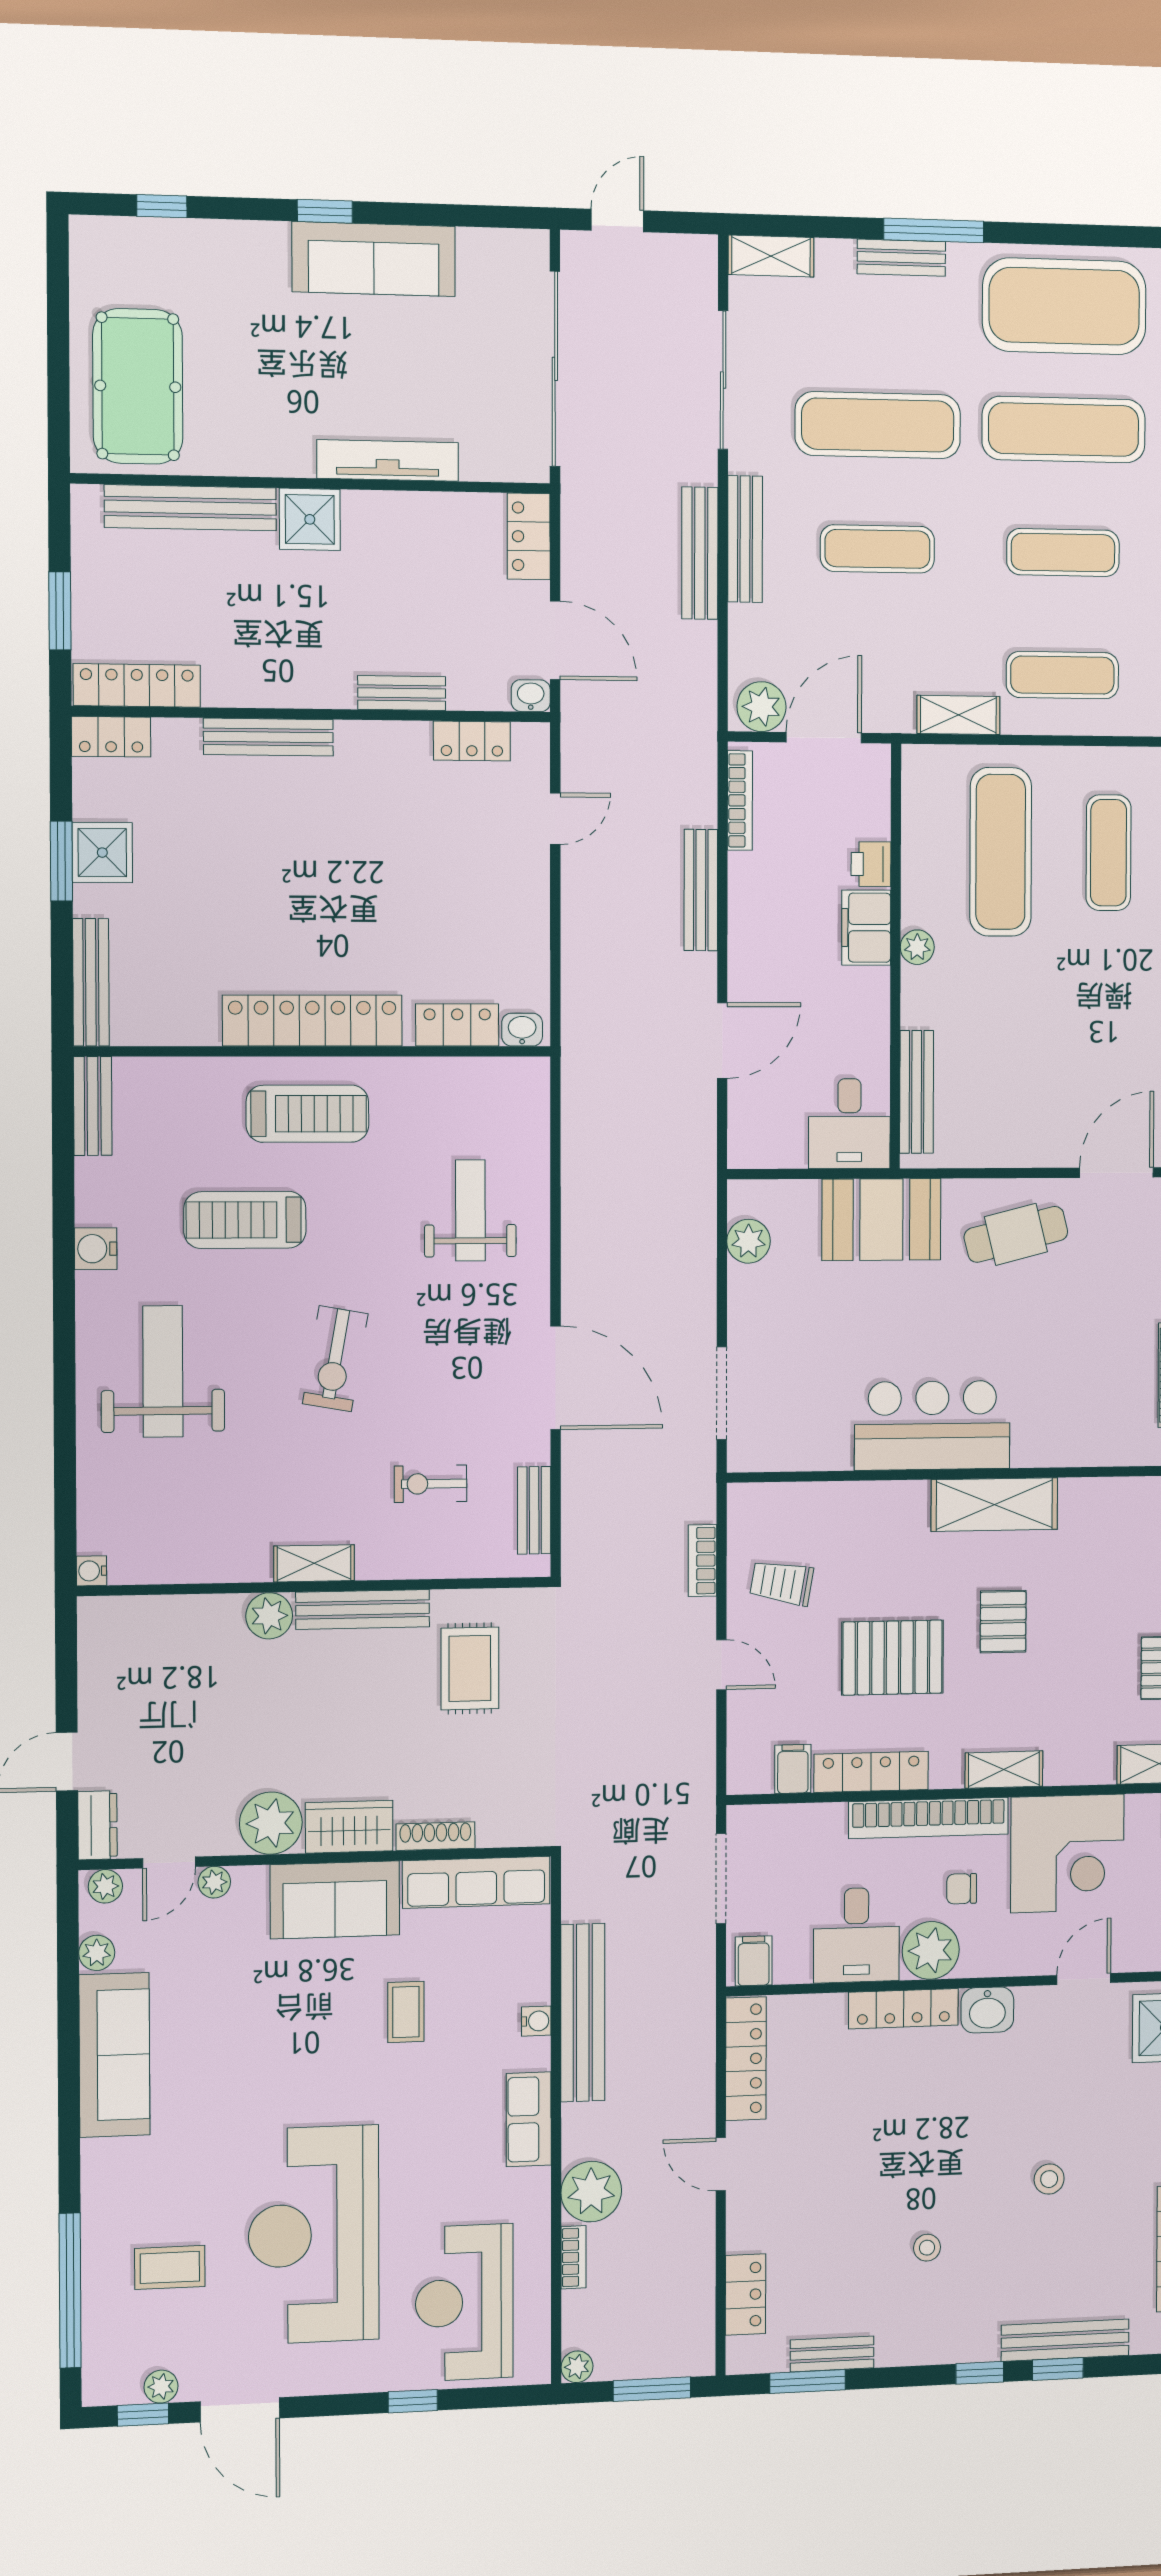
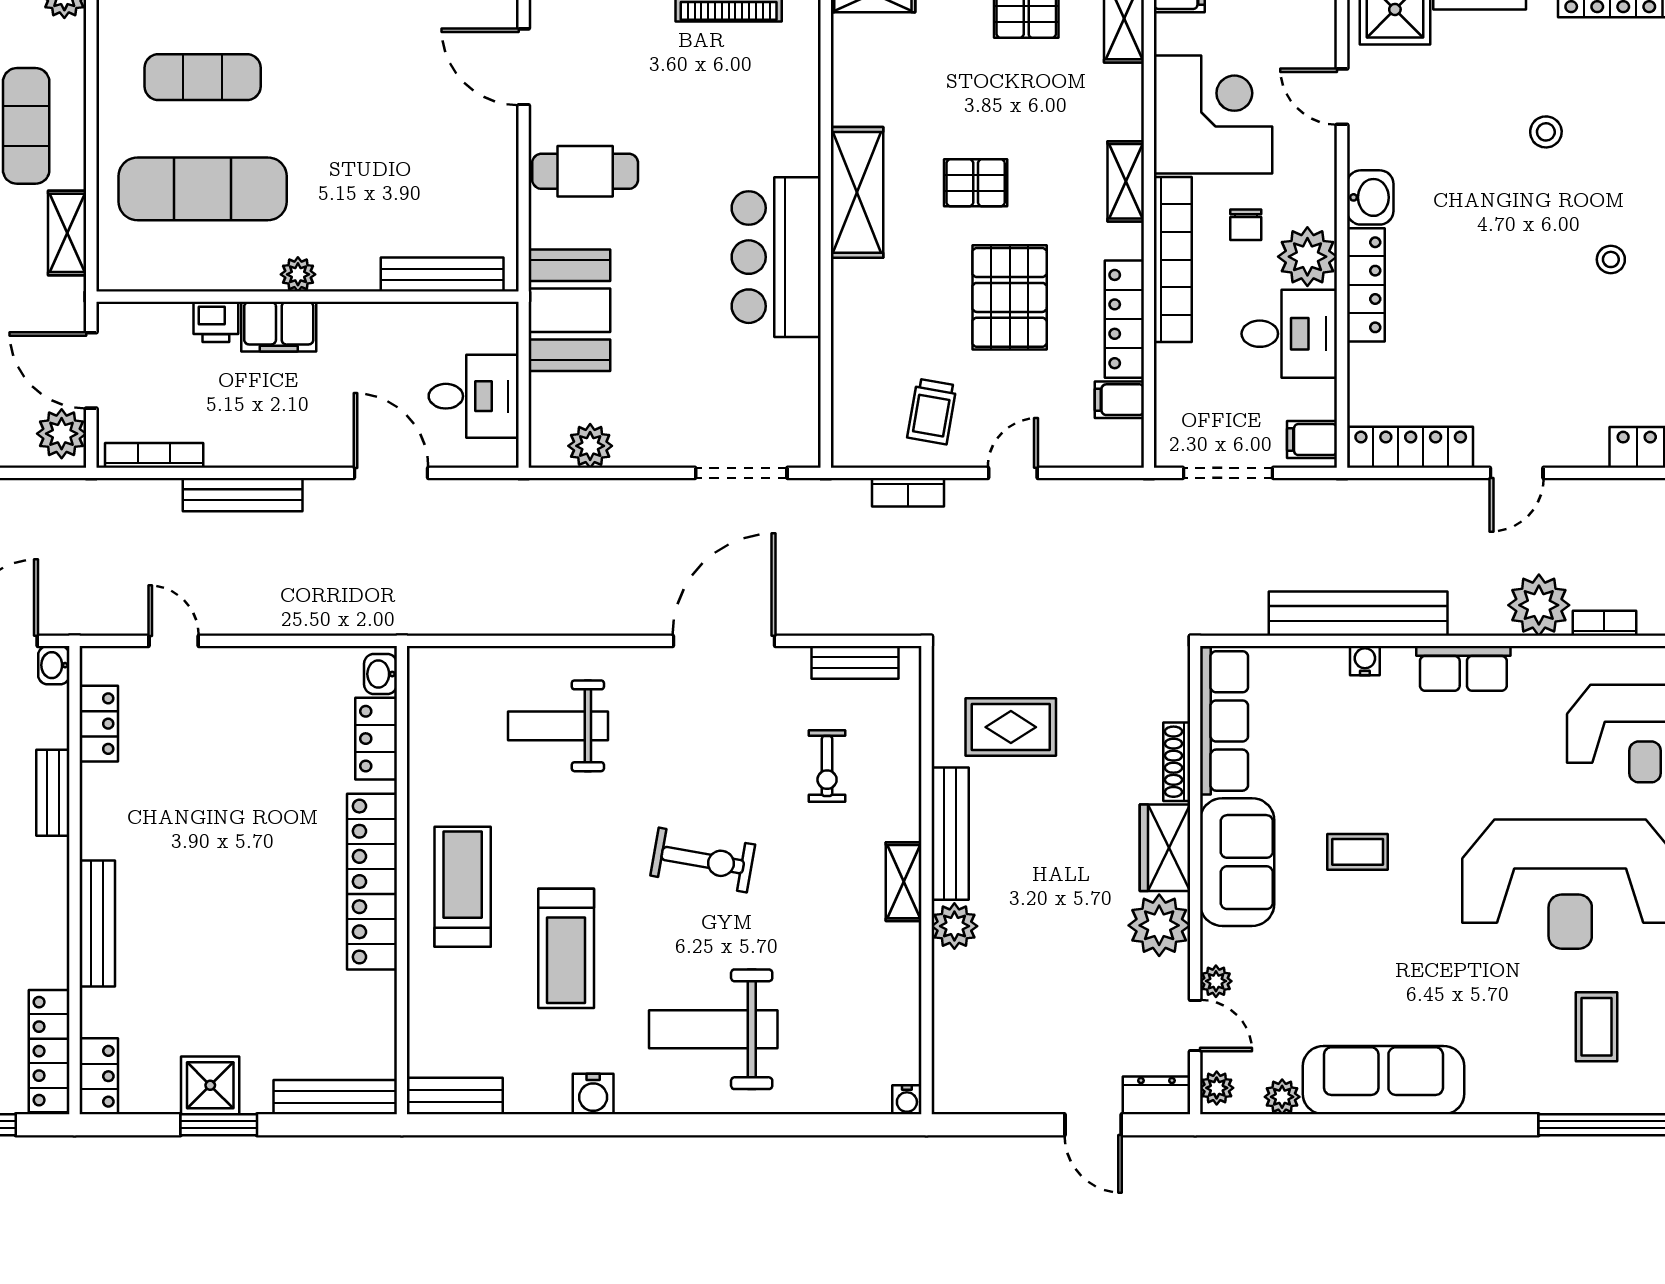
desk: (849, 1124) -> (474, 396), moved
cafe table: (1016, 1234) -> (585, 171), turned -76
coffee table: (406, 2012) -> (1358, 852), moved

